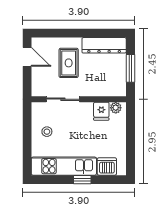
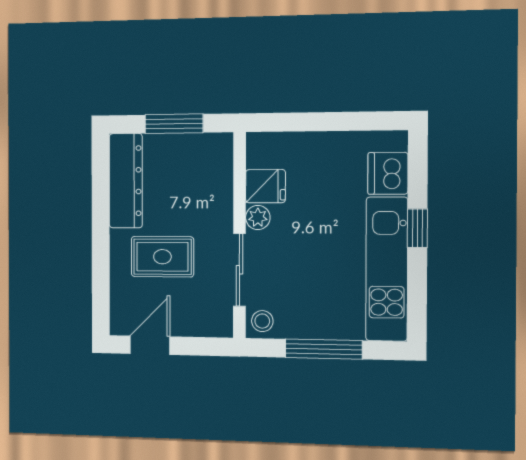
plant: (116, 108) -> (258, 217), moved
stool: (47, 132) -> (262, 321), moved
window: (27, 138) -> (324, 349), added

